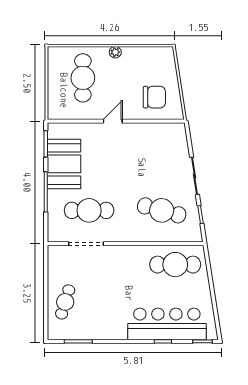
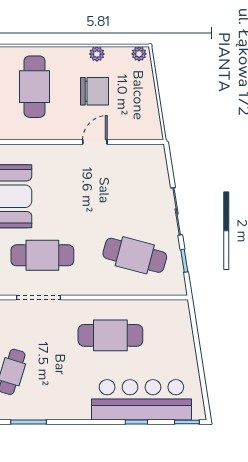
plant: (115, 52) -> (97, 54), moved
plant: (165, 52) -> (139, 54), added
chair: (154, 97) -> (94, 91), moved
door: (113, 121) -> (95, 142), moved
cafe table: (175, 265) -> (110, 335), moved

